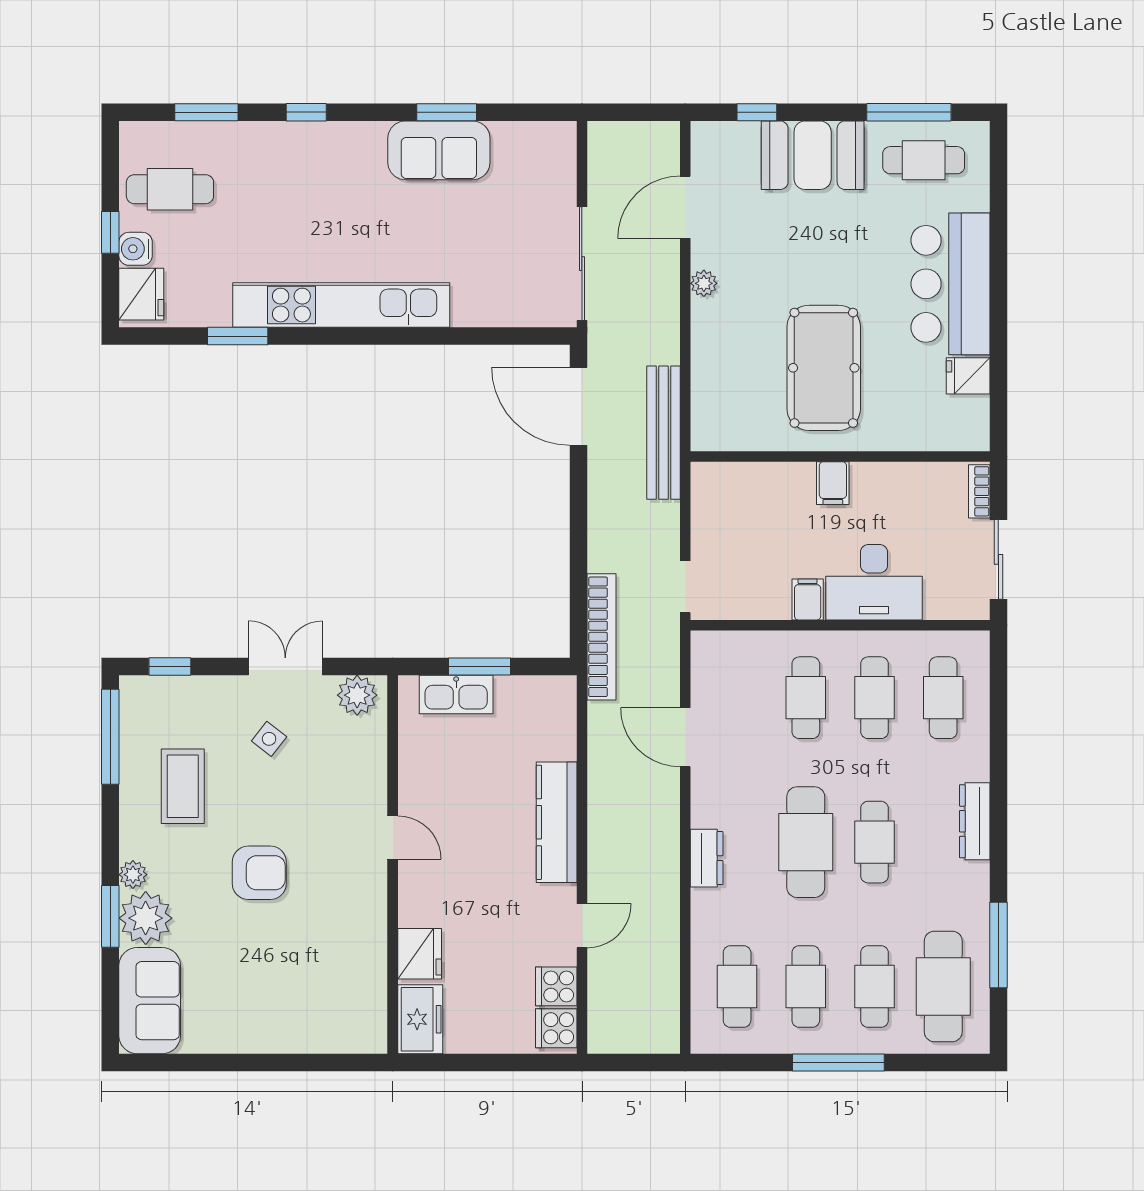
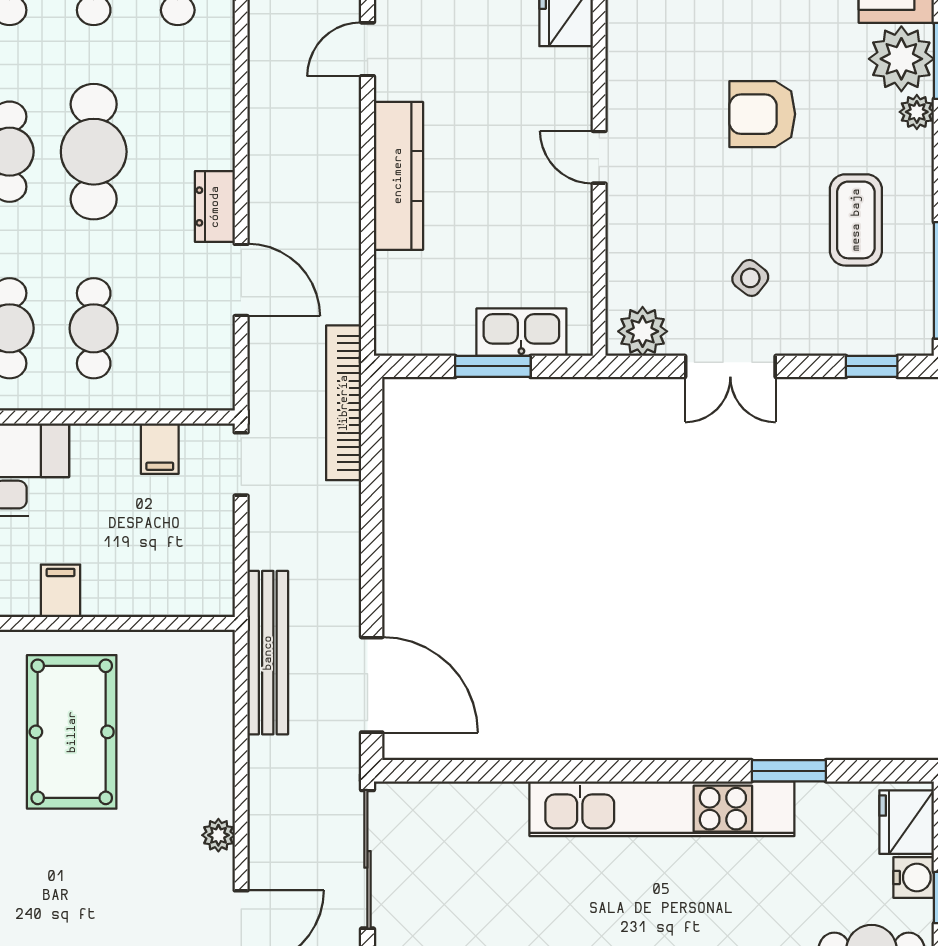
filing cabinet: (808, 599) -> (160, 449), moved
dresser: (707, 858) -> (215, 207), moved

